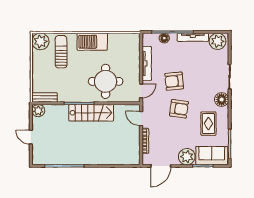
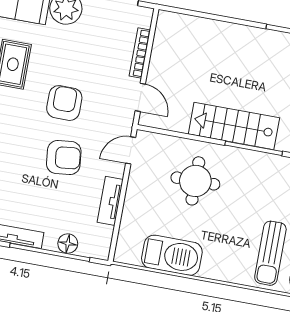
barbecue: (92, 42) -> (172, 255), moved
tv unit: (147, 63) -> (110, 201), width x0.71
round table: (106, 81) -> (195, 181), width x0.73, depth x0.73
armchair: (179, 109) -> (64, 103), turned 82

